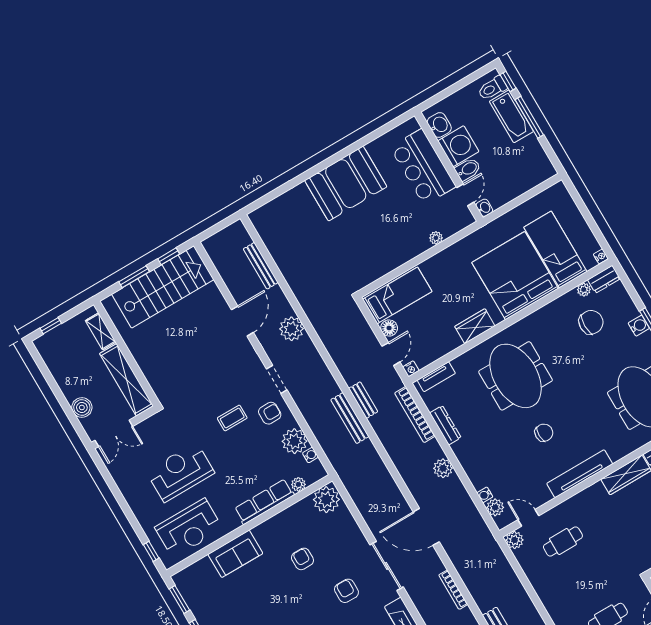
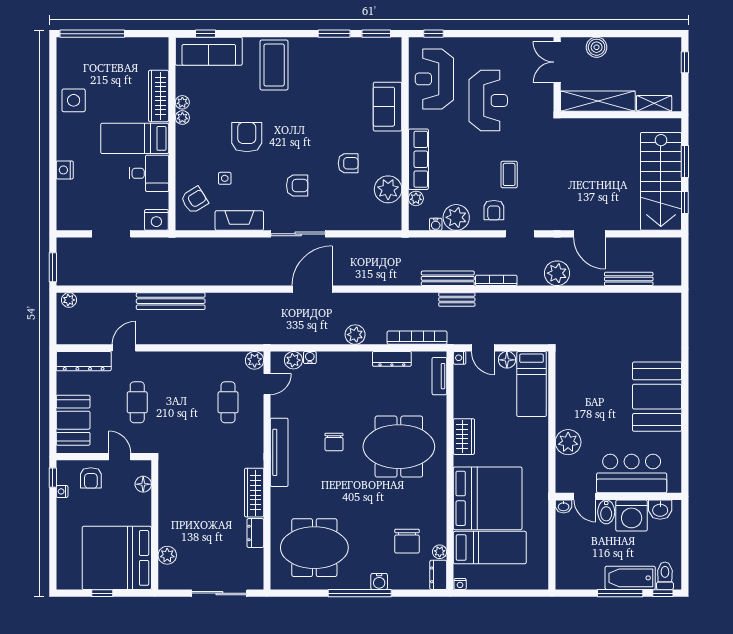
plant: (436, 238) -> (568, 442), width x1.88, depth x1.88
plant: (326, 500) -> (388, 189), moved
bookcase: (453, 590) -> (496, 280), moved

